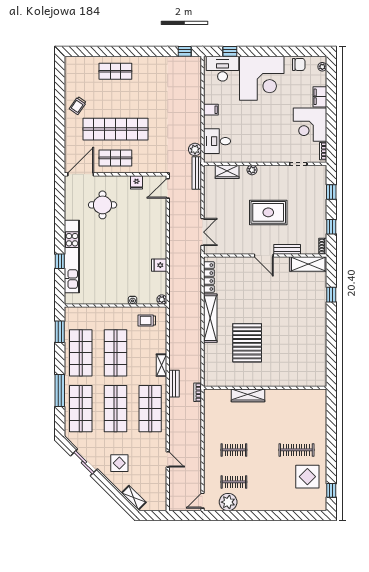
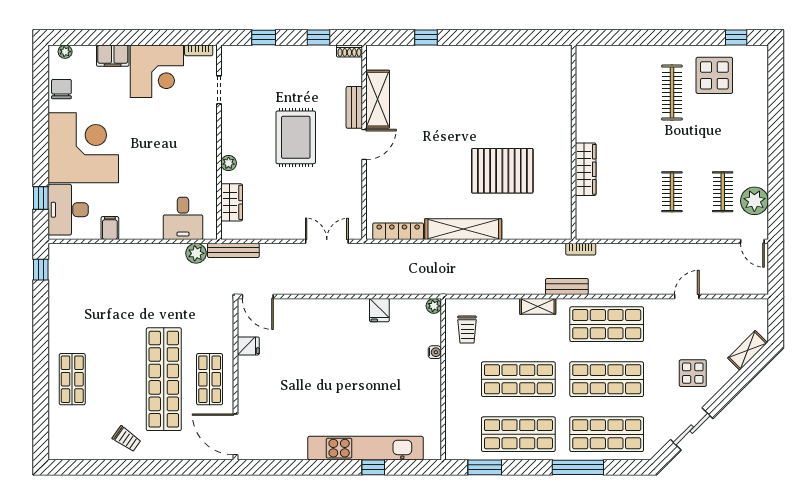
filing cabinet: (211, 110) -> (110, 228), moved
round table: (103, 205) -> (284, 400), removed
shelving: (308, 264) -> (378, 99), moved

